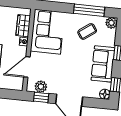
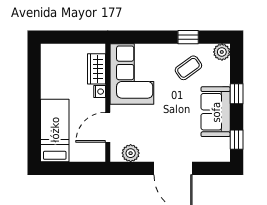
window: (89, 10) -> (188, 37), width x0.46
floor lamp: (105, 94) -> (223, 155), removed
window: (41, 97) -> (133, 168), removed

